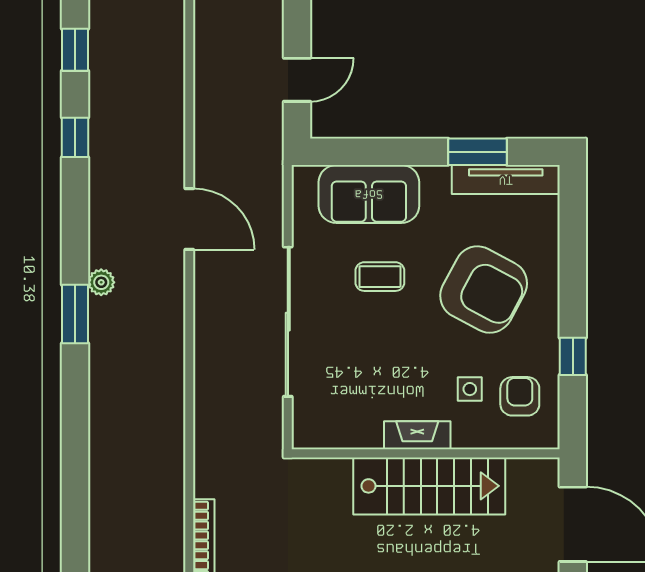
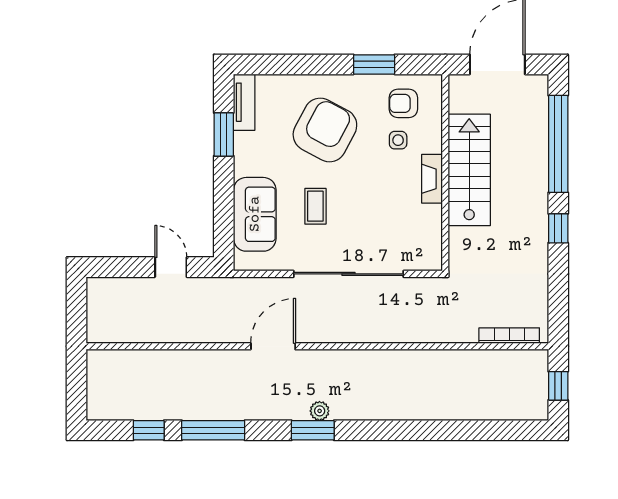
window: (75, 137) -> (213, 430), width x2.17
tv unit: (506, 180) -> (244, 102), width x0.71
window: (75, 314) -> (313, 430), moved
window: (573, 356) -> (374, 64), width x1.50

